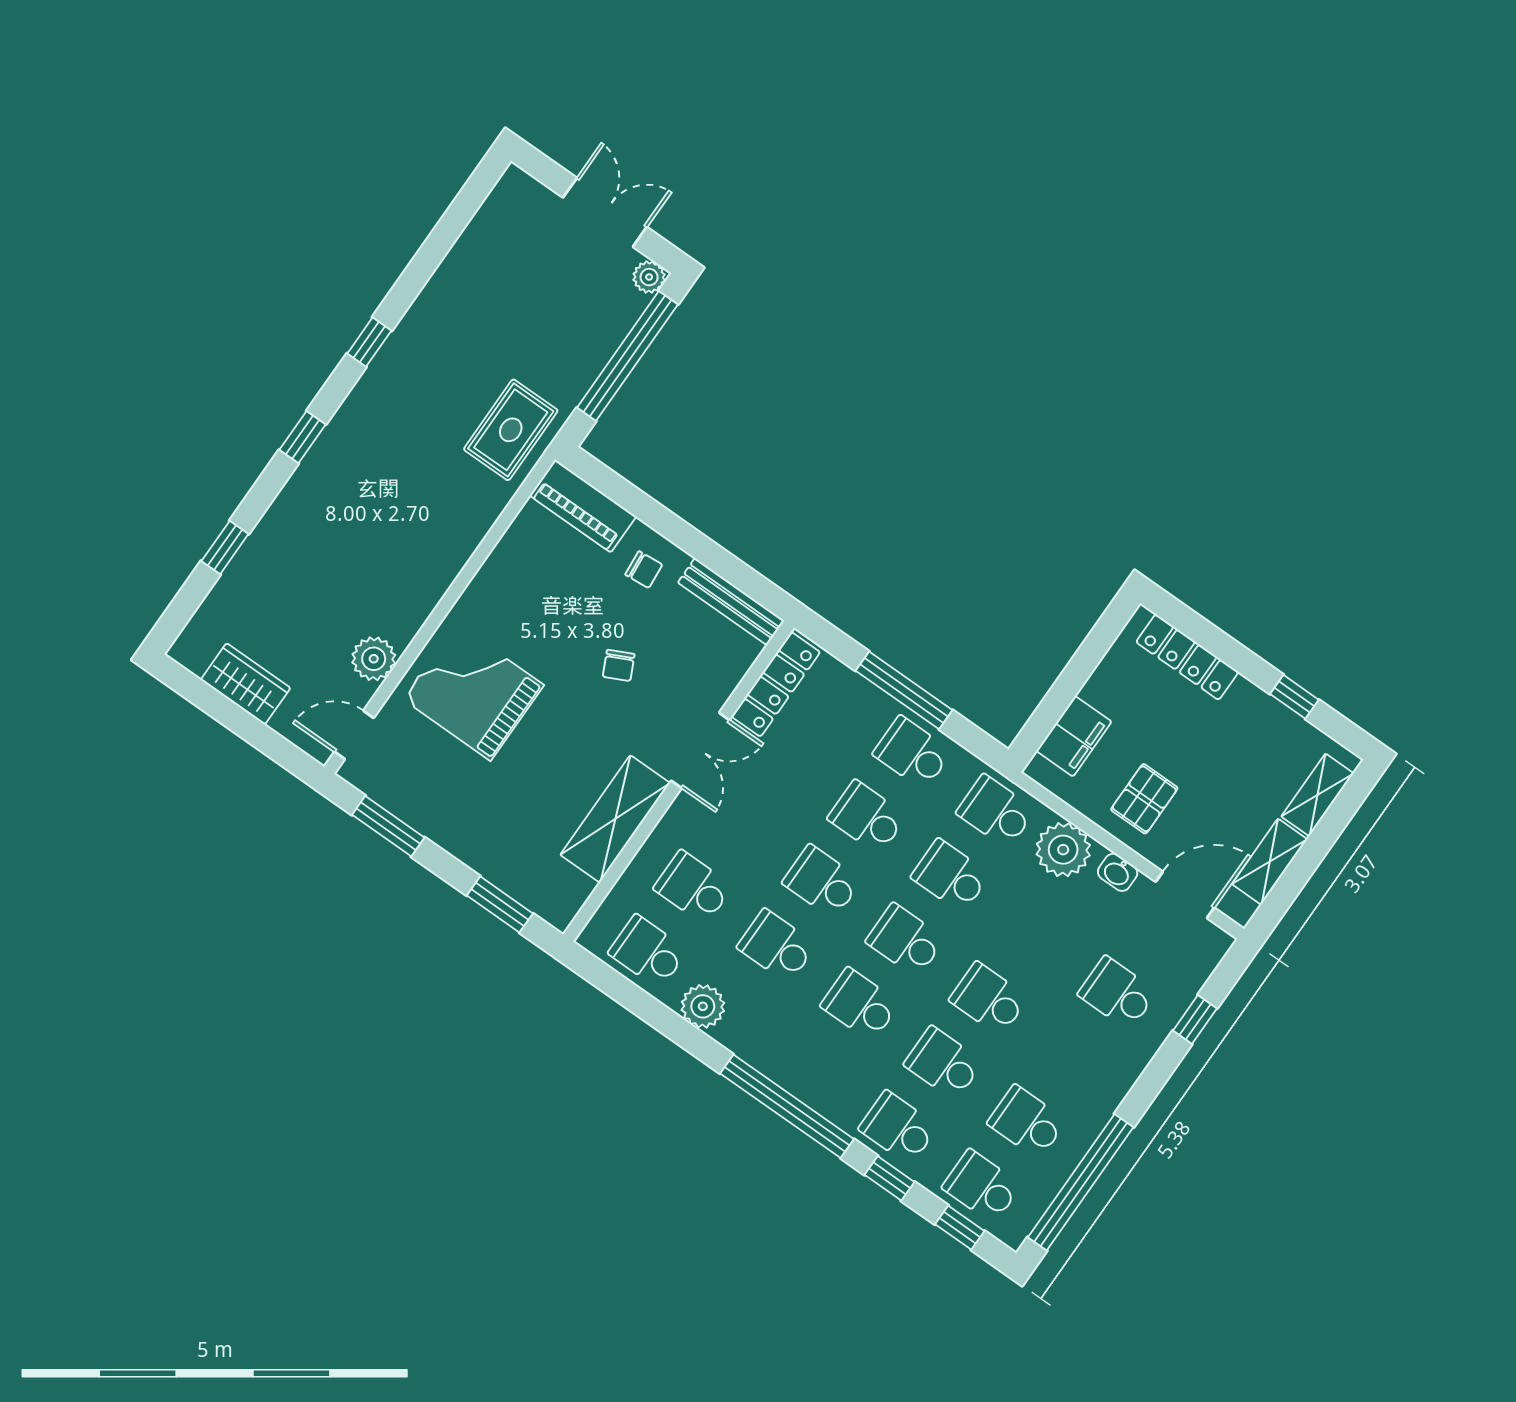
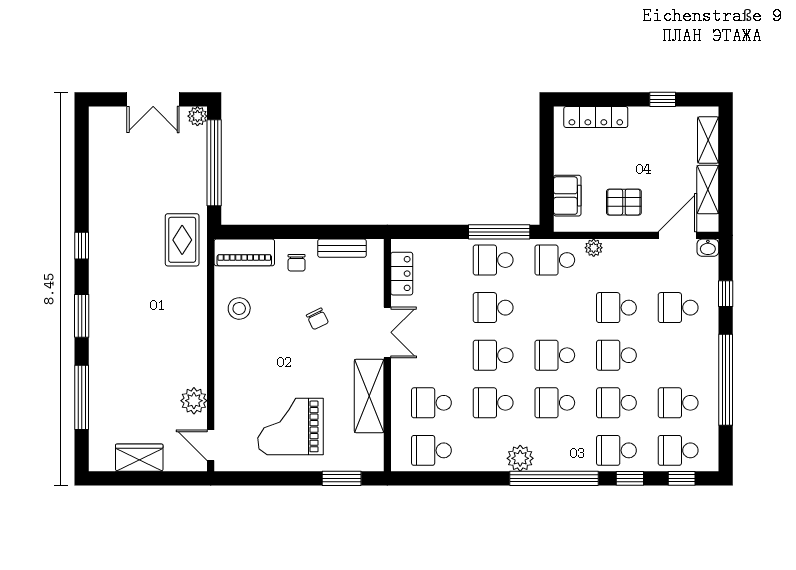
double door: (605, 212) -> (153, 99), swing flipped
window: (302, 437) -> (82, 316), width x1.50
window: (225, 547) -> (82, 397), width x2.17
chair: (644, 570) -> (297, 263), turned 95
stool: (523, 577) -> (239, 308), added
bench: (731, 602) -> (342, 248), width x0.73
locker: (776, 684) -> (402, 274), width x0.66
window: (904, 690) -> (499, 232), moved
grand piano: (473, 692) -> (291, 426), moved
door: (354, 735) -> (211, 445), hinge flipped
pallet: (1144, 799) -> (624, 202), turned 90
window: (388, 826) -> (259, 478), removed
plant: (1063, 850) -> (594, 248), width x0.53, depth x0.53
washbasin: (1118, 872) -> (708, 248), moved
school desk: (950, 876) -> (616, 308), moved
plant: (703, 1006) -> (520, 458), moved
window: (1081, 1182) -> (726, 380), moved

